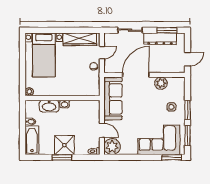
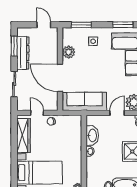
washbasin: (49, 106) -> (92, 135), moved
window: (188, 110) -> (81, 25), moved

